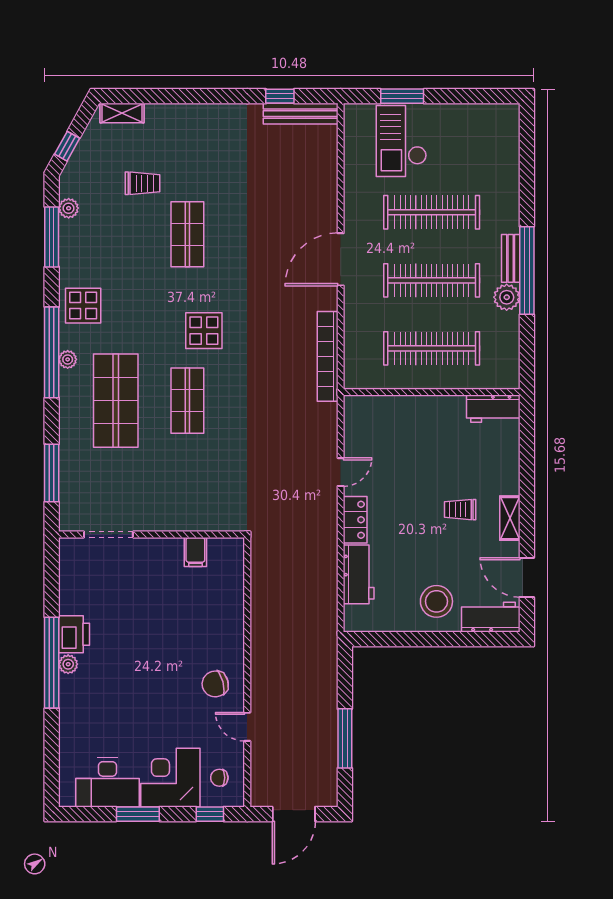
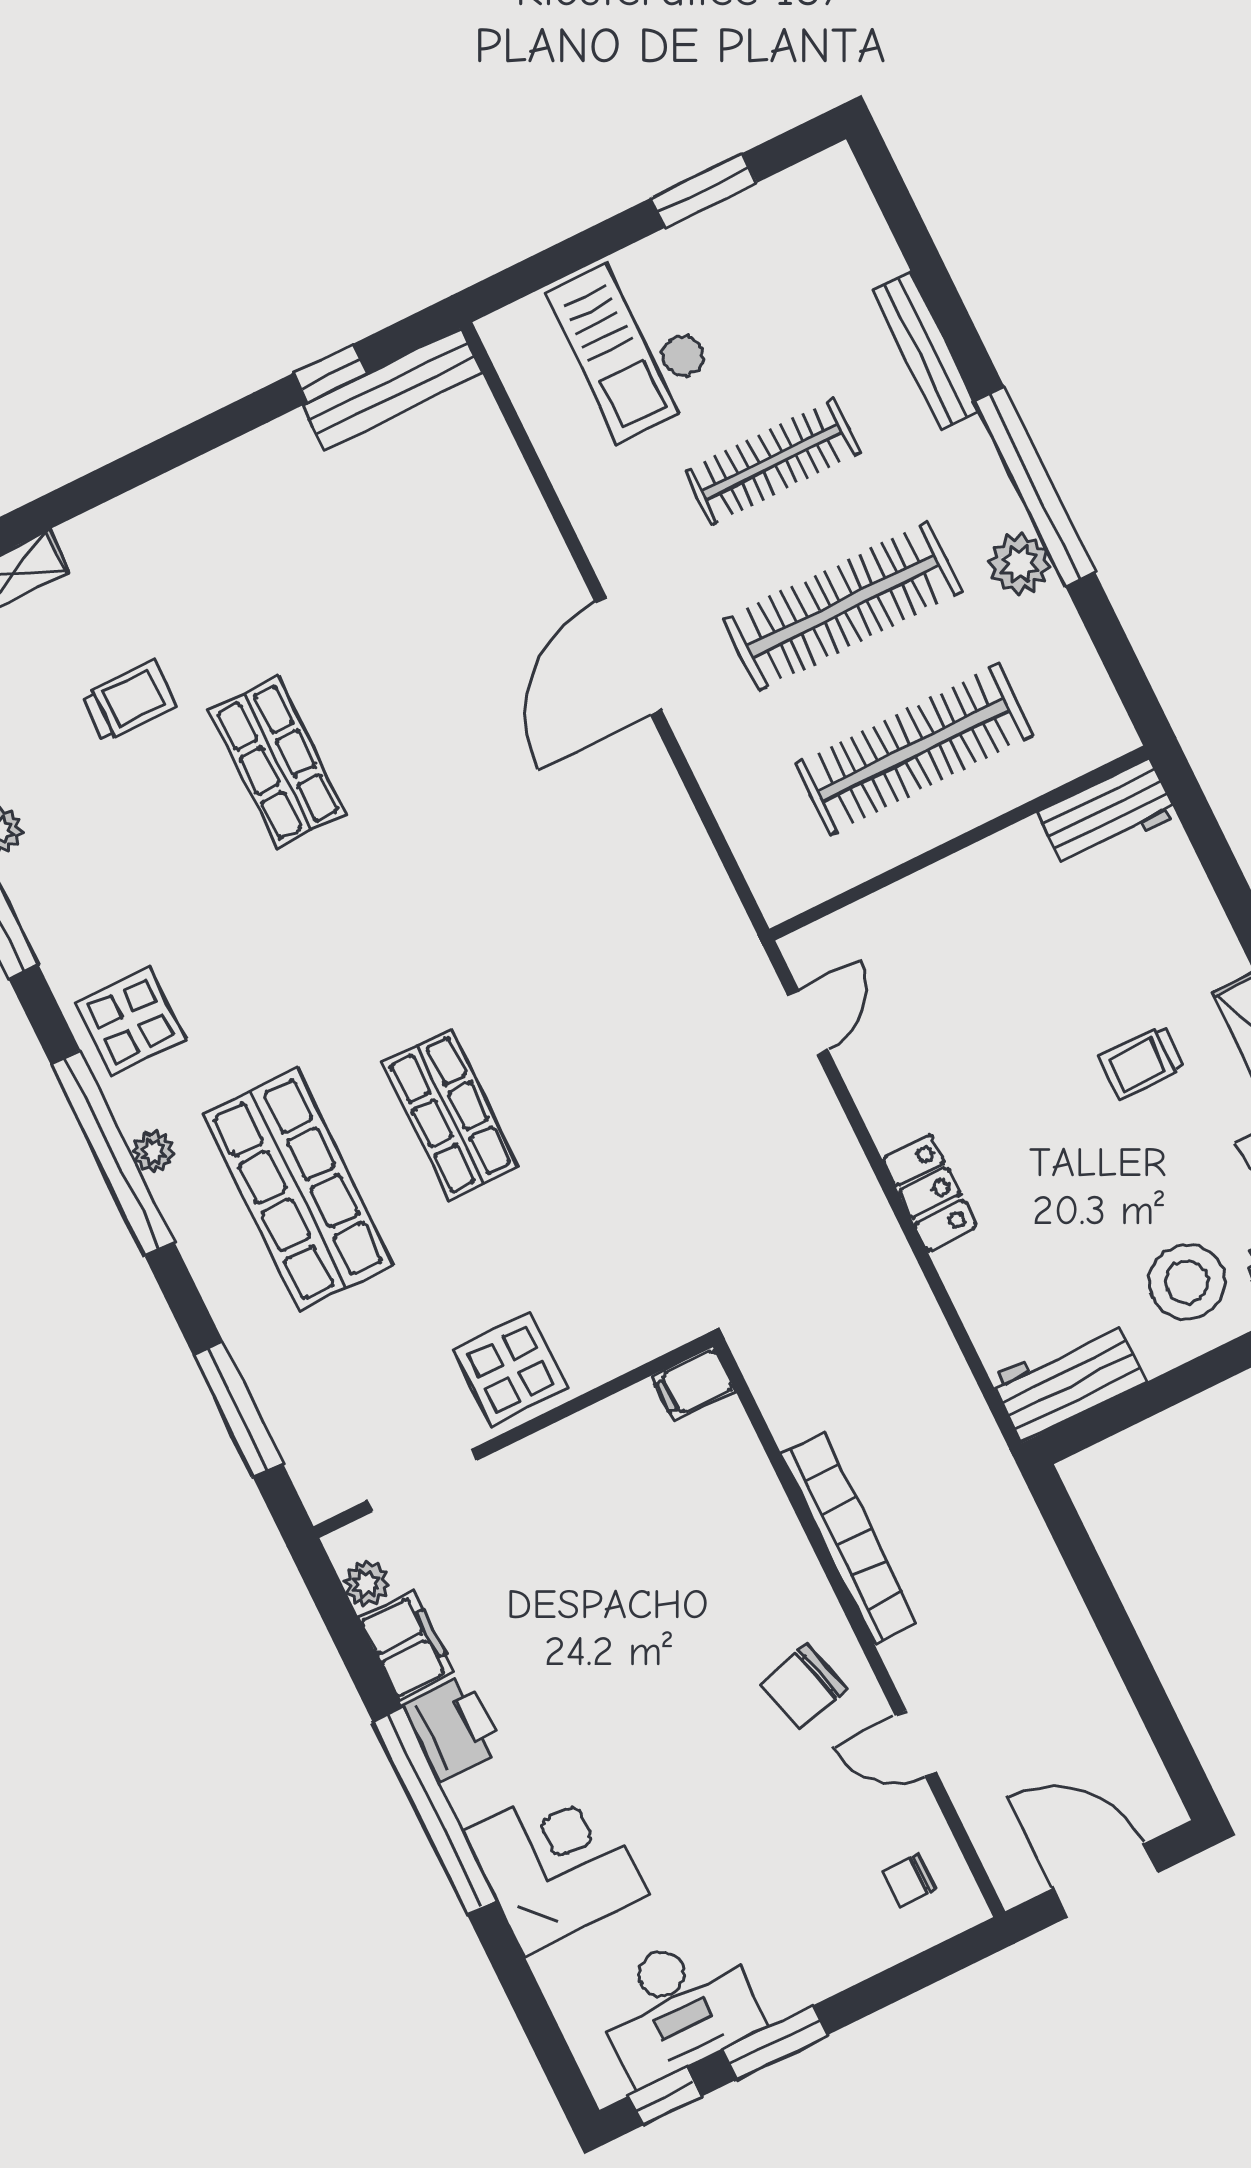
window: (402, 96) -> (704, 190), moved
clothes rail: (432, 212) -> (772, 462), width x0.73, depth x0.76
bench: (511, 258) -> (926, 351), moved, width x1.36
display table: (204, 331) -> (511, 1369), moved
bookcase: (328, 356) -> (849, 1538), moved, turned 180
door: (341, 472) -> (808, 1023), moved
filing cabinet: (195, 552) -> (694, 1384), moved, turned 90
workbench: (359, 574) -> (1068, 1380), moved, turned -90
filing cabinet: (72, 594) -> (406, 1645), added
plant: (68, 664) -> (367, 1583), moved
window: (345, 738) -> (1135, 1667), removed
corner desk: (170, 778) -> (556, 1863), moved, turned 90
window: (210, 814) -> (665, 2096), moved
door: (294, 814) -> (1105, 1881), swing flipped

